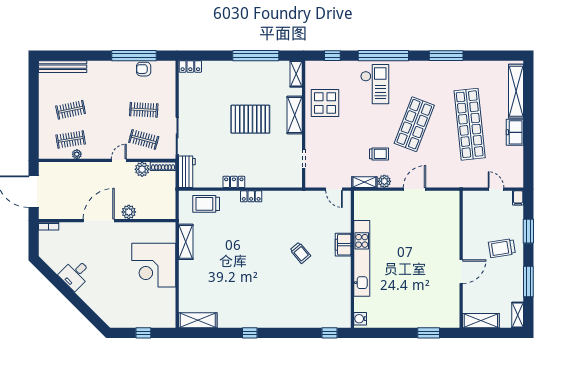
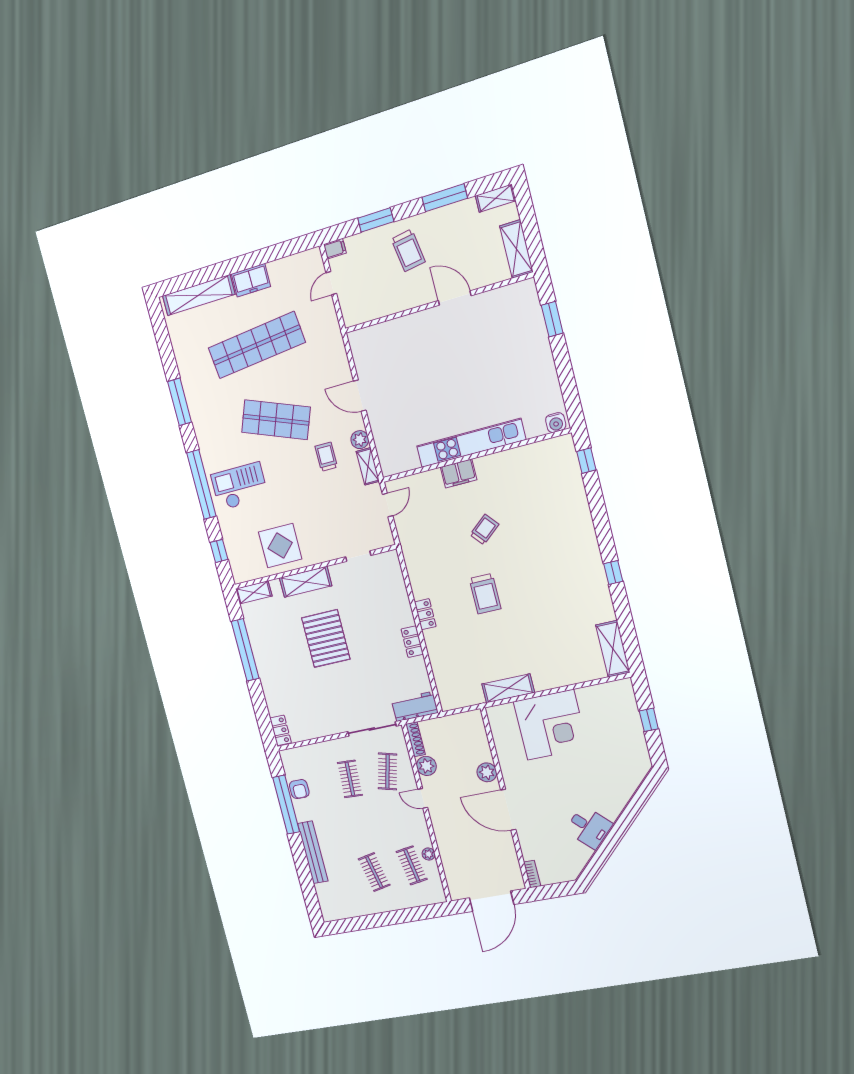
bench: (63, 67) -> (313, 852), moved
trolley: (206, 204) -> (485, 594), moved

